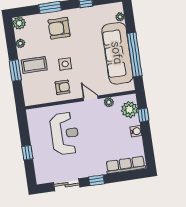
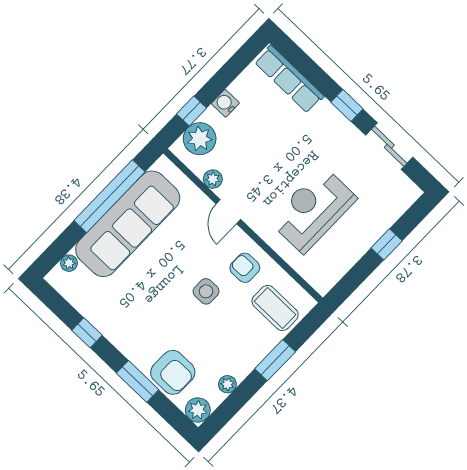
armchair: (59, 28) -> (173, 372), moved
coffee table: (34, 65) -> (275, 308), moved

